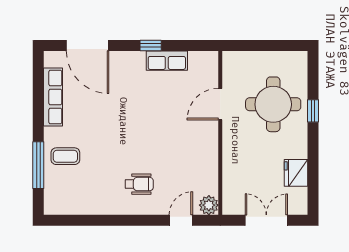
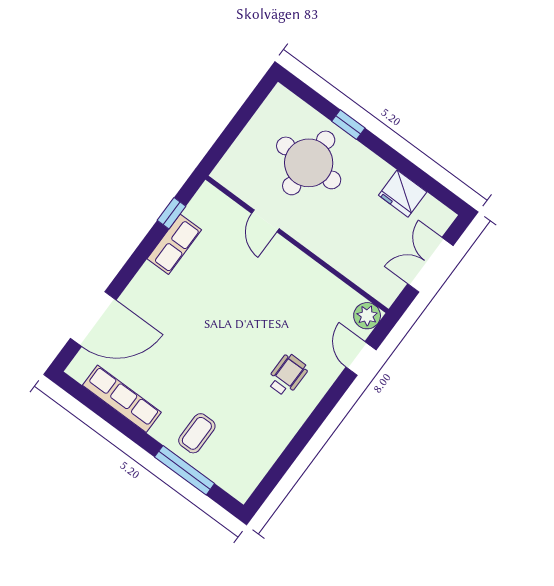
window: (151, 45) -> (171, 213), moved
door: (220, 104) -> (265, 221), width x0.73

